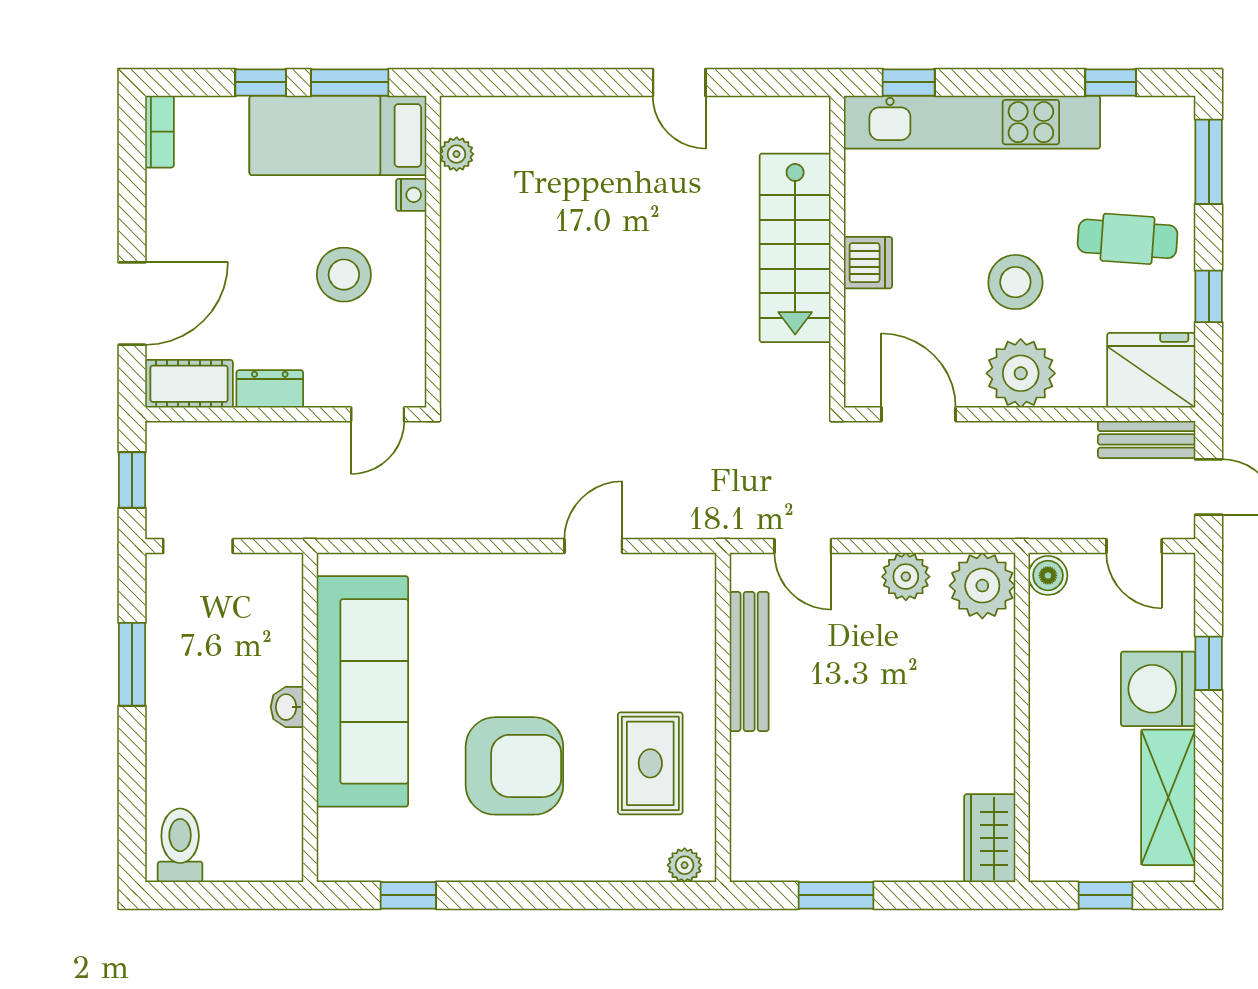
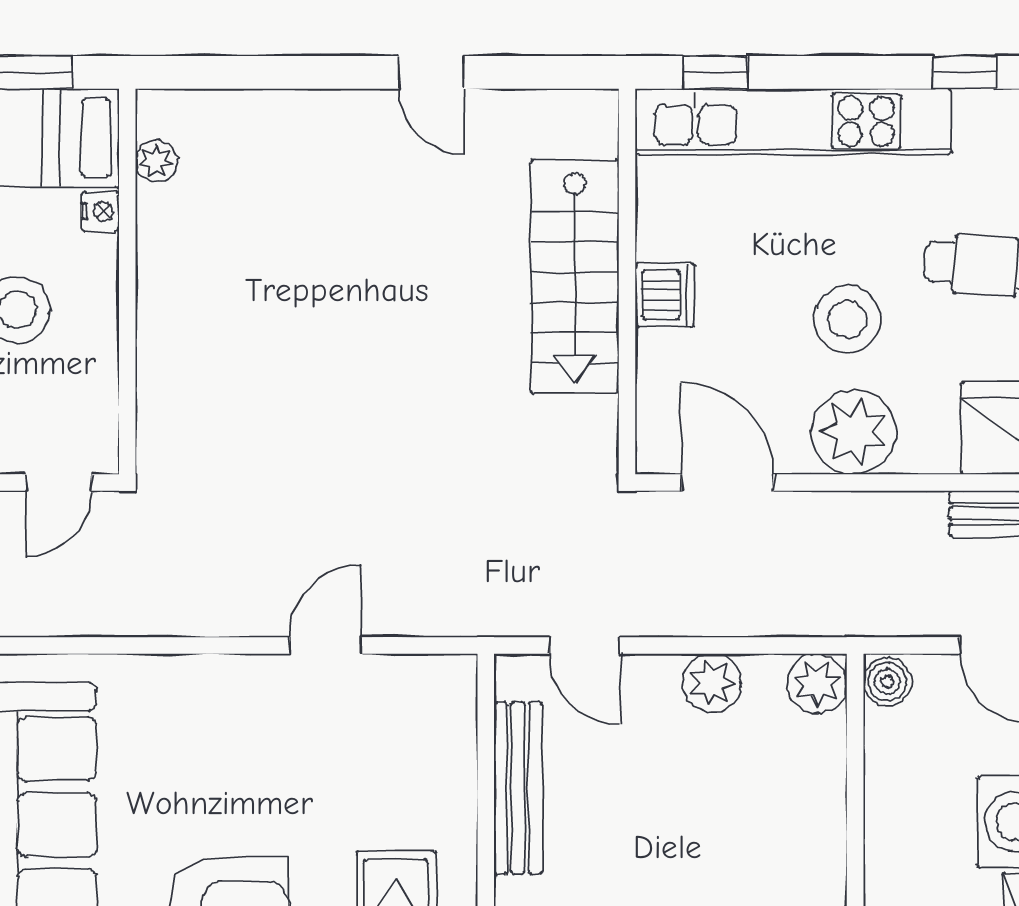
plant: (982, 586) -> (817, 683), width x0.73, depth x0.73

